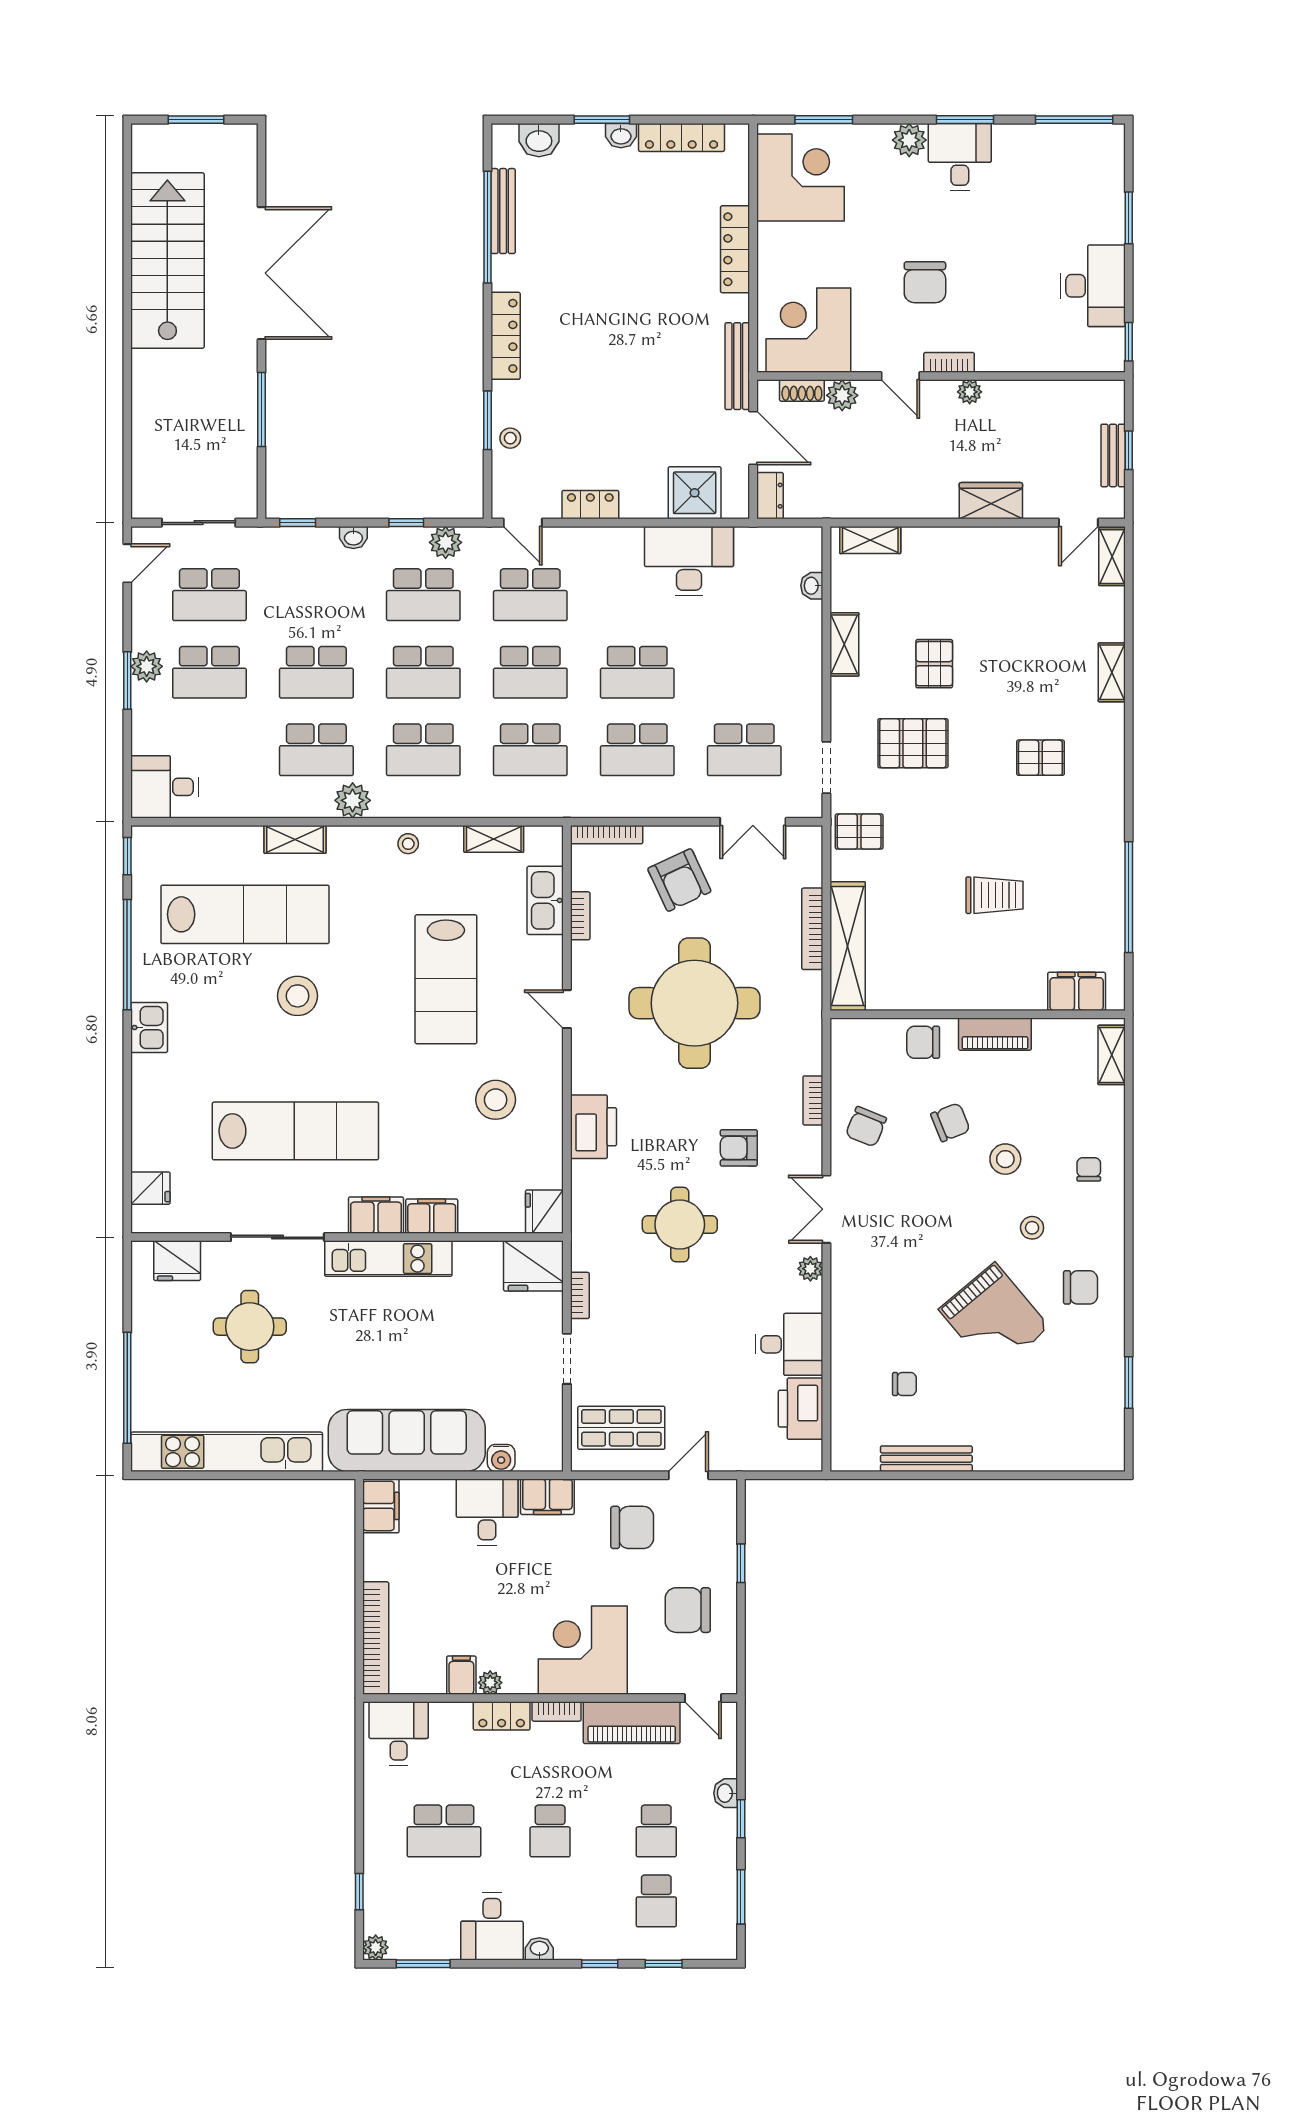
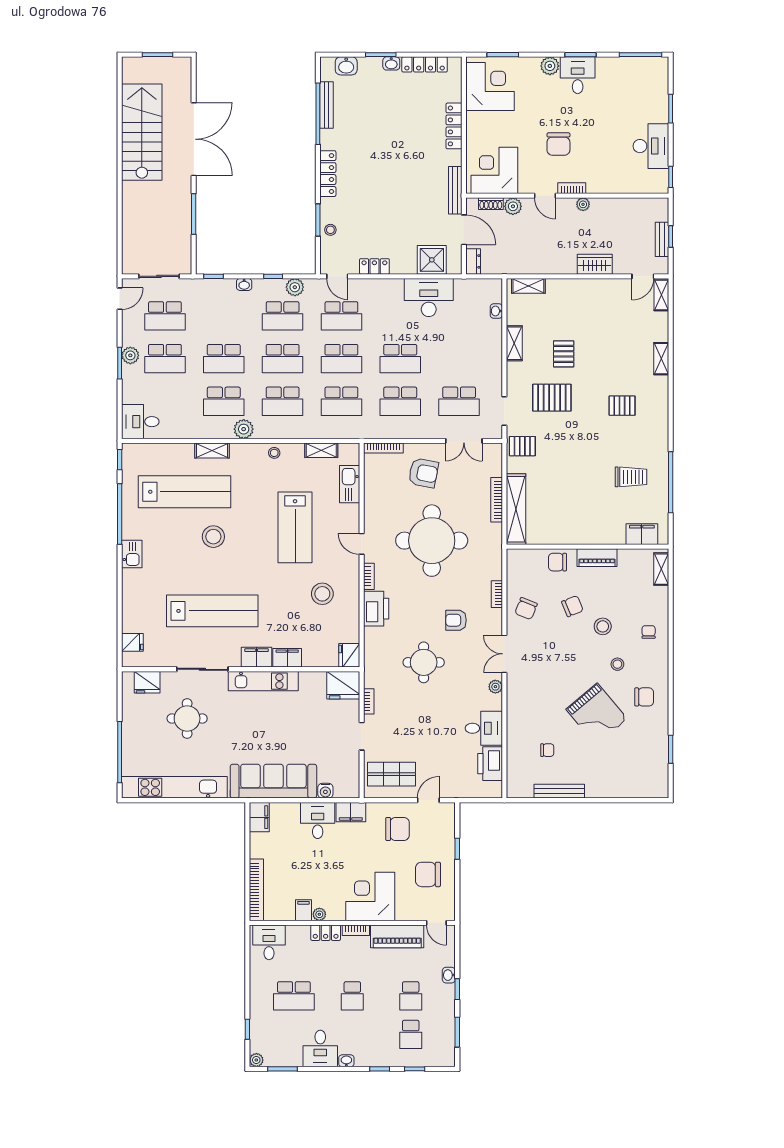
armchair: (679, 880) -> (423, 473), turned -54
trolley: (995, 895) -> (631, 477), moved
bookcase: (580, 916) -> (369, 576), moved

